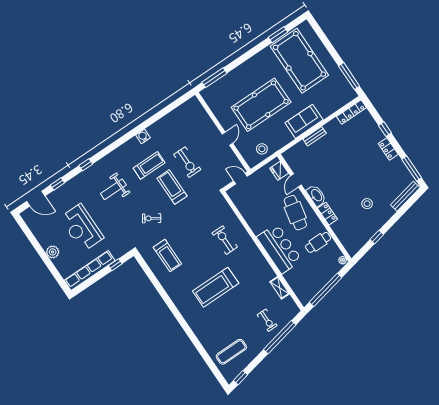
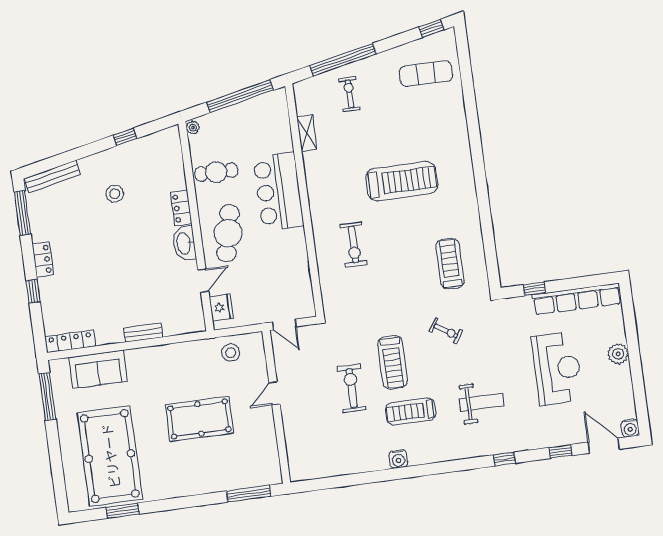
pool table: (261, 105) -> (199, 419), width x0.73, depth x0.76
sofa: (304, 121) -> (98, 369), moved
water cooler: (26, 215) -> (630, 428), added

